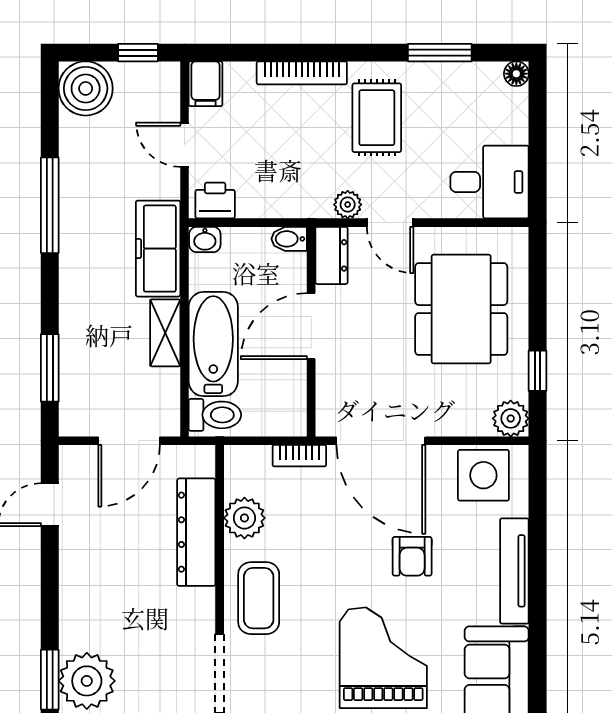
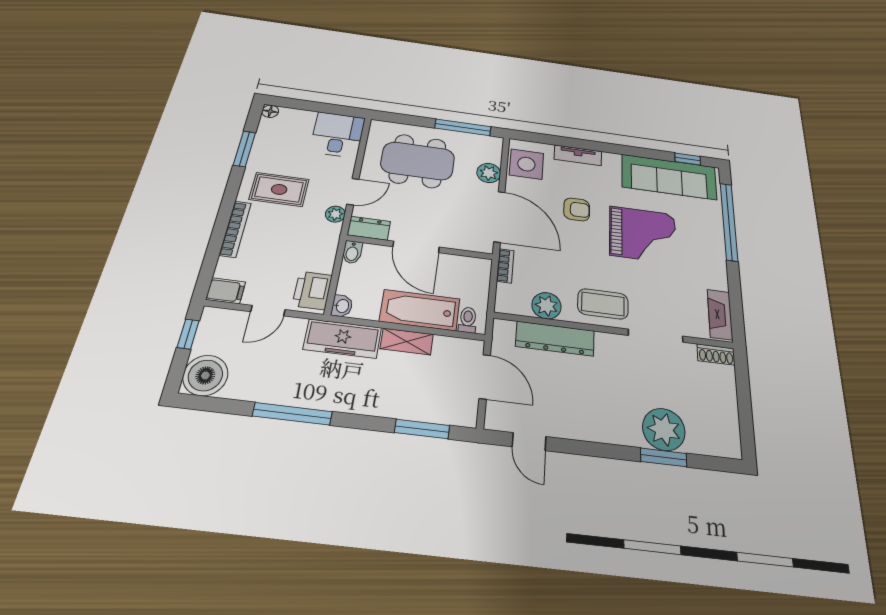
printer: (215, 200) -> (312, 290), width x1.36, depth x1.24
window: (537, 371) -> (463, 127), width x2.17
toilet: (215, 415) -> (468, 320), width x0.73, depth x0.72
plant: (511, 418) -> (489, 173), moved
door: (381, 441) -> (499, 217), hinge flipped
tv unit: (514, 571) -> (578, 155), width x0.71
grand piano: (383, 658) -> (643, 235), turned 180

